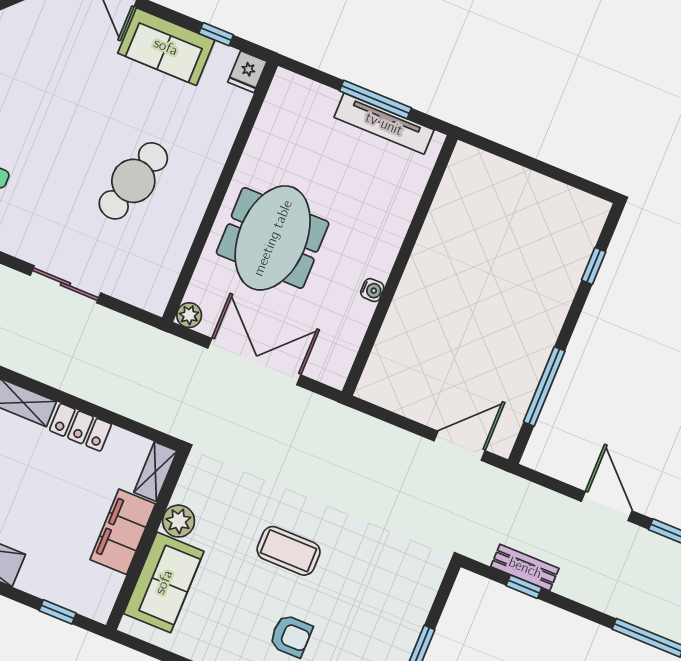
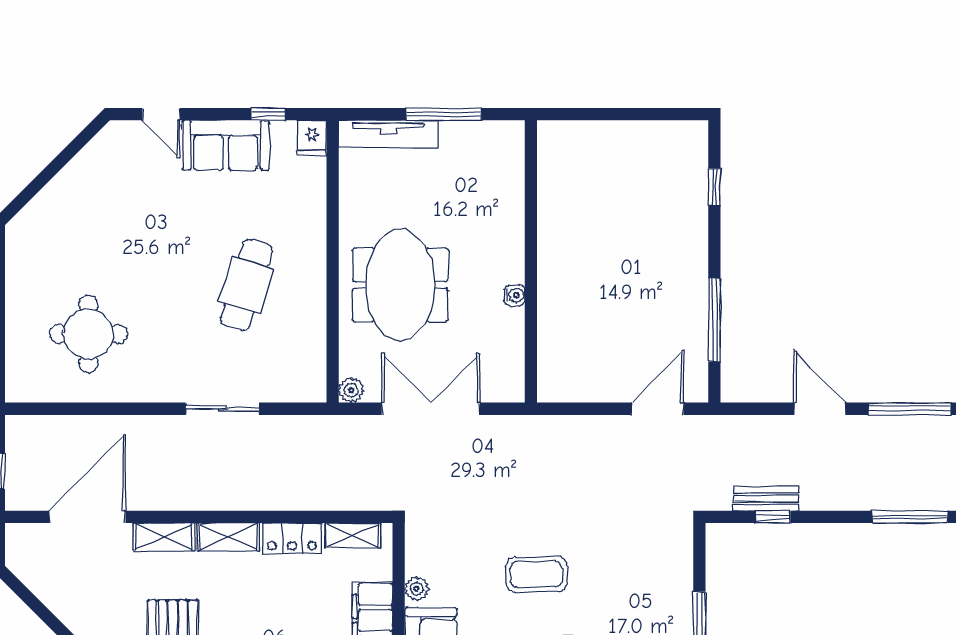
tv unit: (384, 124) -> (388, 134), moved
shelving: (155, 472) -> (353, 536), moved, turned 90
plant: (179, 521) -> (417, 589), width x0.73, depth x0.73

